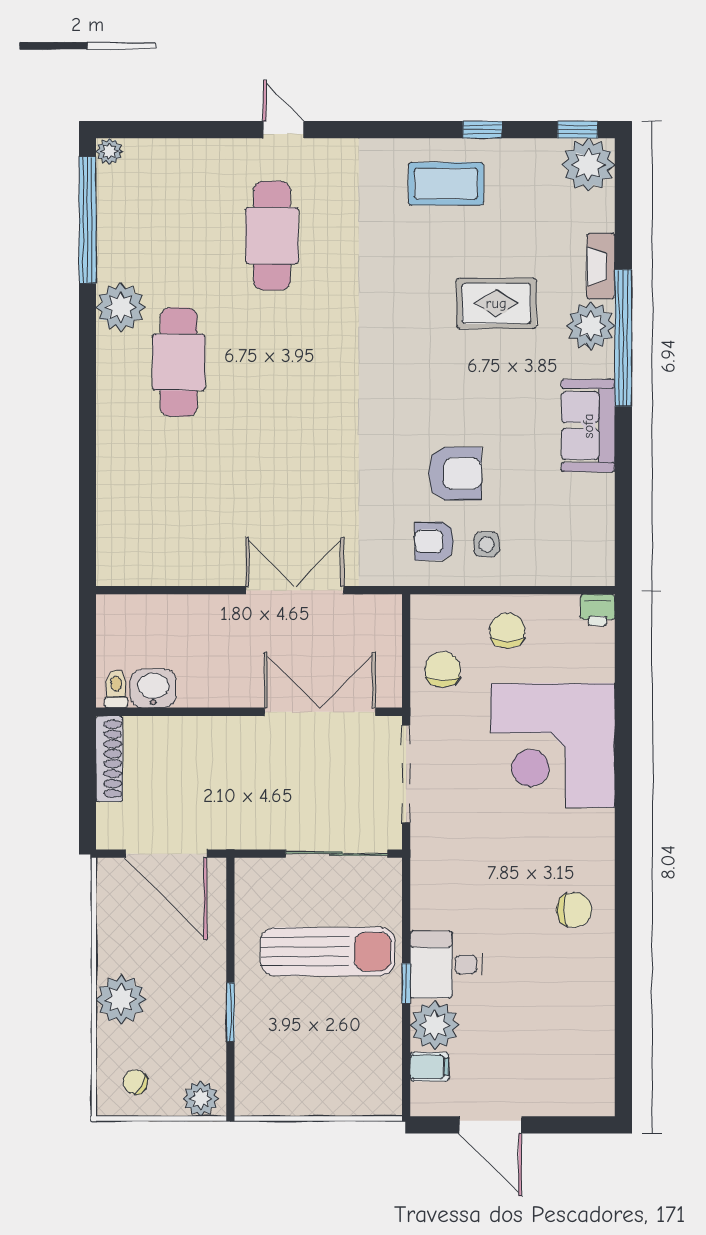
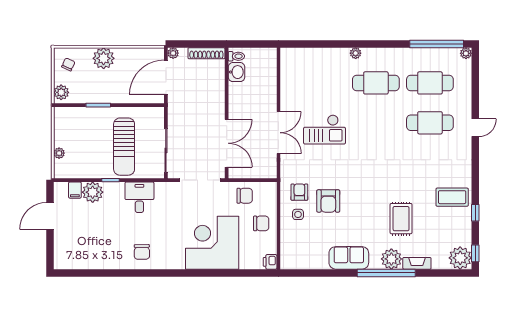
coffee table: (446, 184) -> (452, 197), turned 90
cafe table: (179, 236) -> (430, 83), added
plant: (121, 307) -> (356, 53), moved, width x0.53, depth x0.53
checkout: (288, 482) -> (325, 129), added
plant: (109, 837) -> (173, 53), added
desk: (446, 965) -> (139, 197), moved
plant: (343, 1104) -> (59, 153), added

